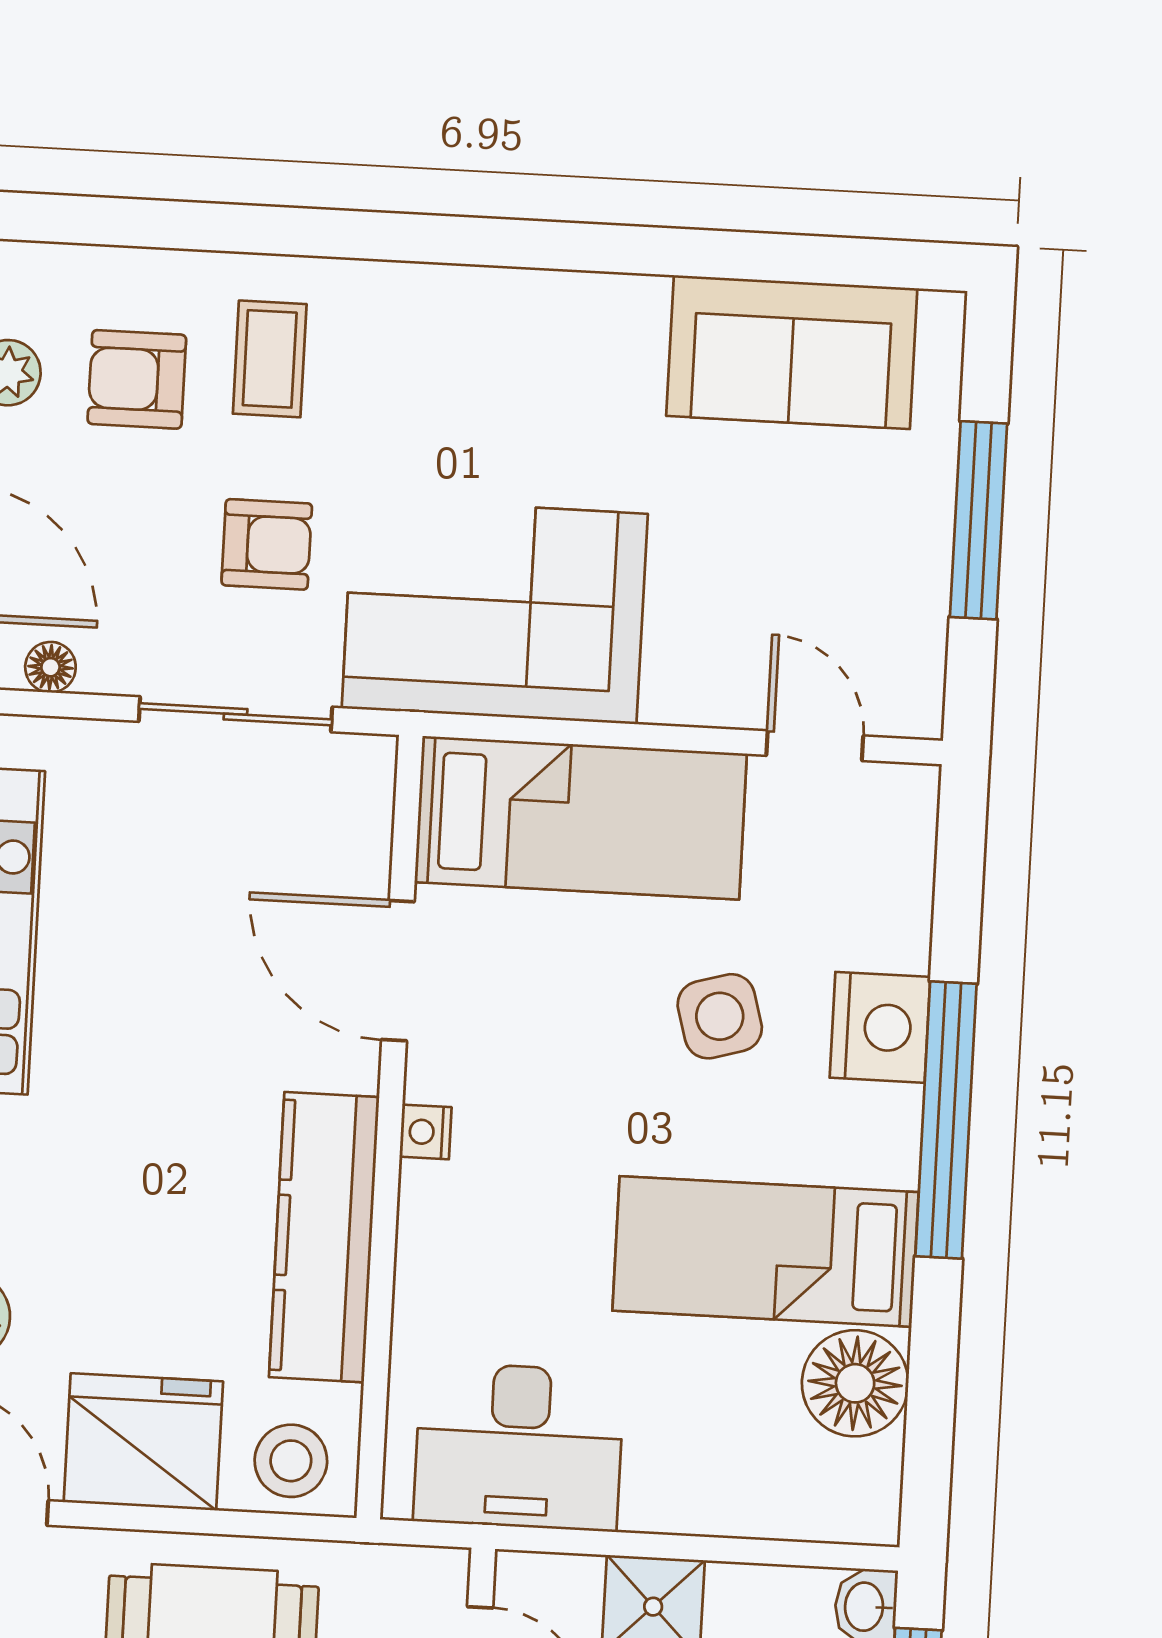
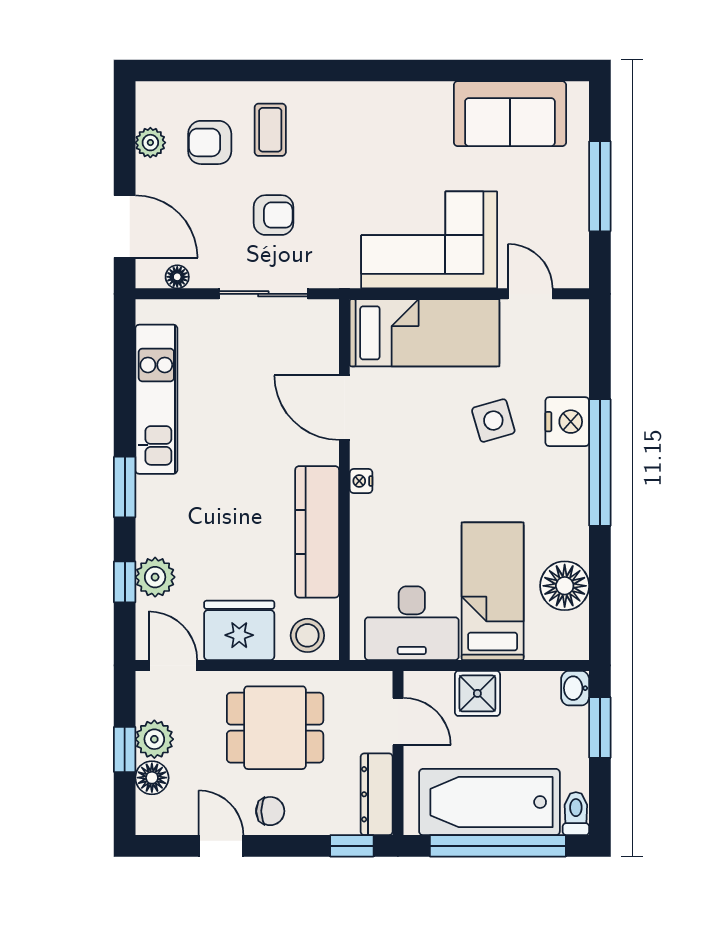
corner sofa: (495, 611) -> (429, 240), moved
bed: (766, 1251) -> (493, 591), moved, turned 90

